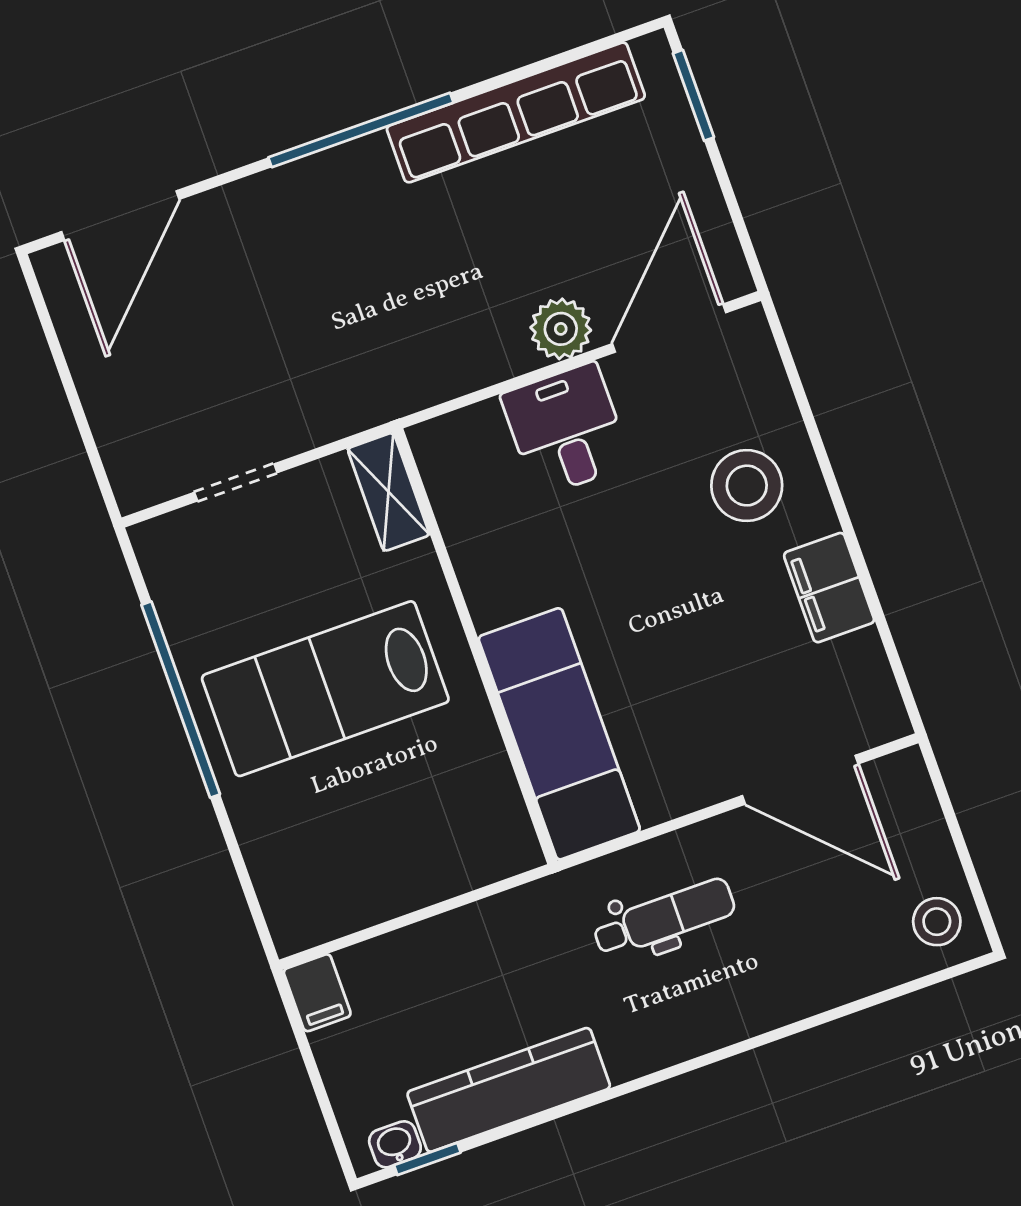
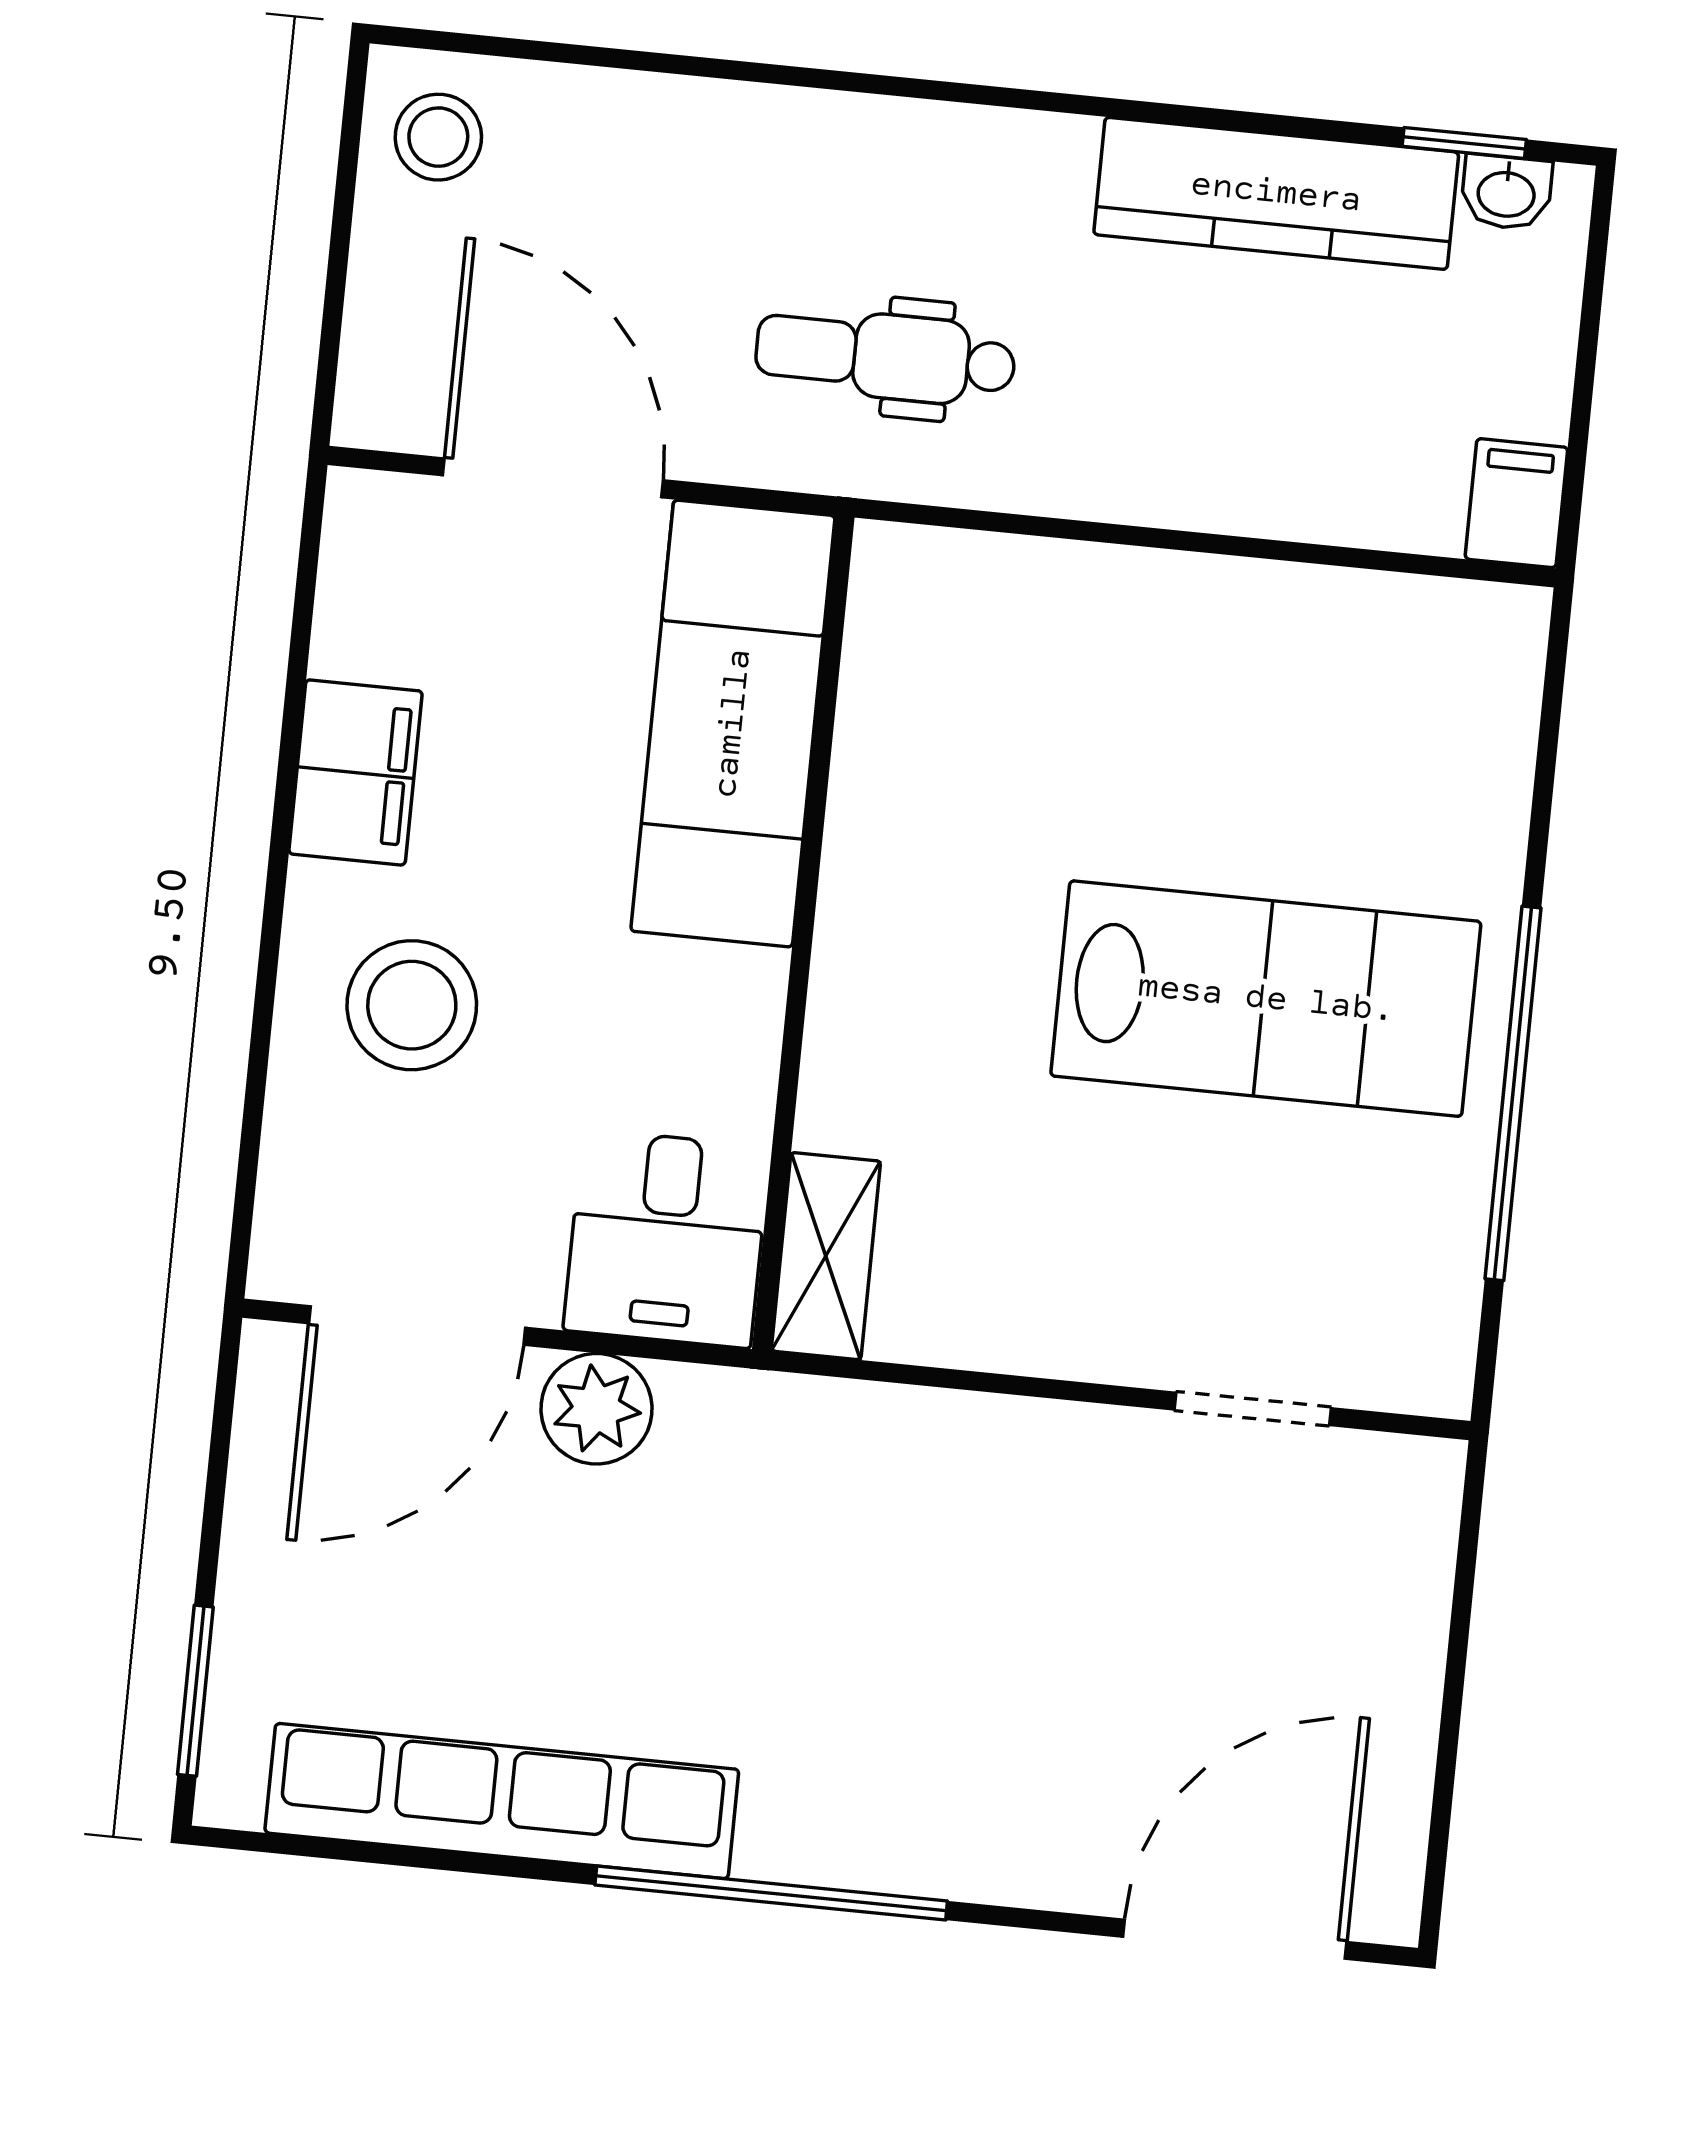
shelving: (388, 492) -> (826, 1256), moved
wall: (475, 646) -> (803, 933), moved
exam couch: (559, 734) -> (733, 723), moved

